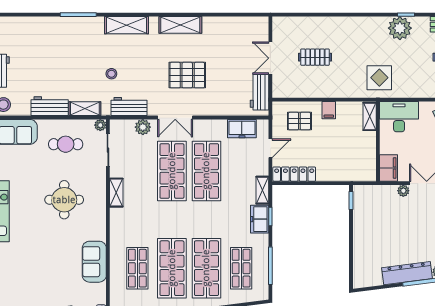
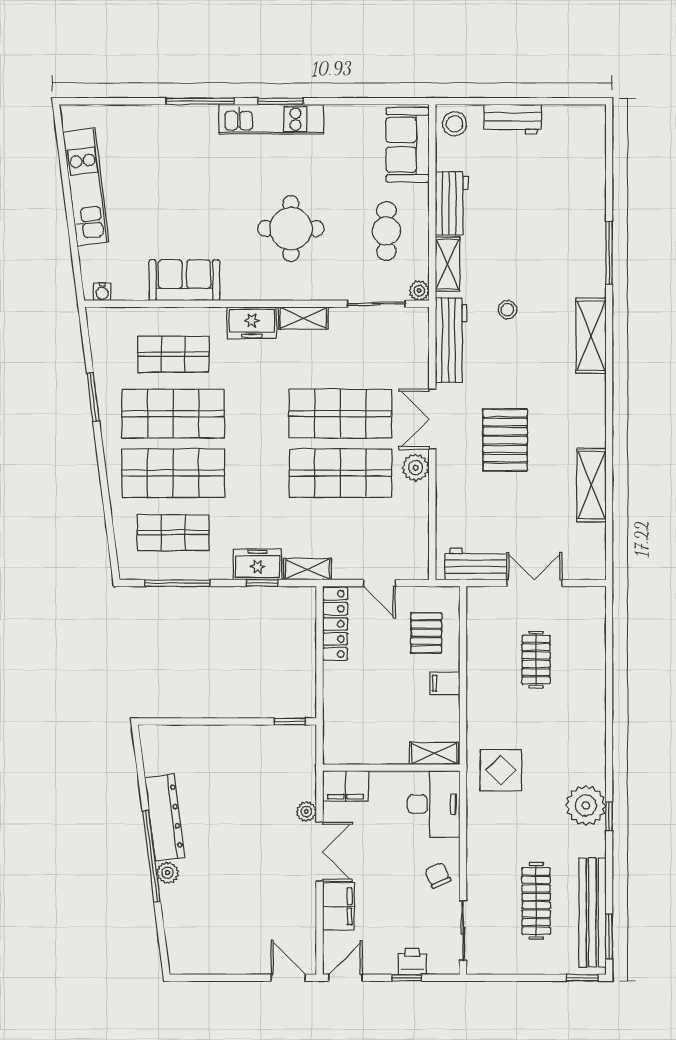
shelving: (180, 25) -> (591, 485), moved
workbench: (129, 106) -> (451, 340), width x1.38
plant: (143, 127) -> (416, 468), moved
freezer: (242, 129) -> (252, 323), moved, turned -90

